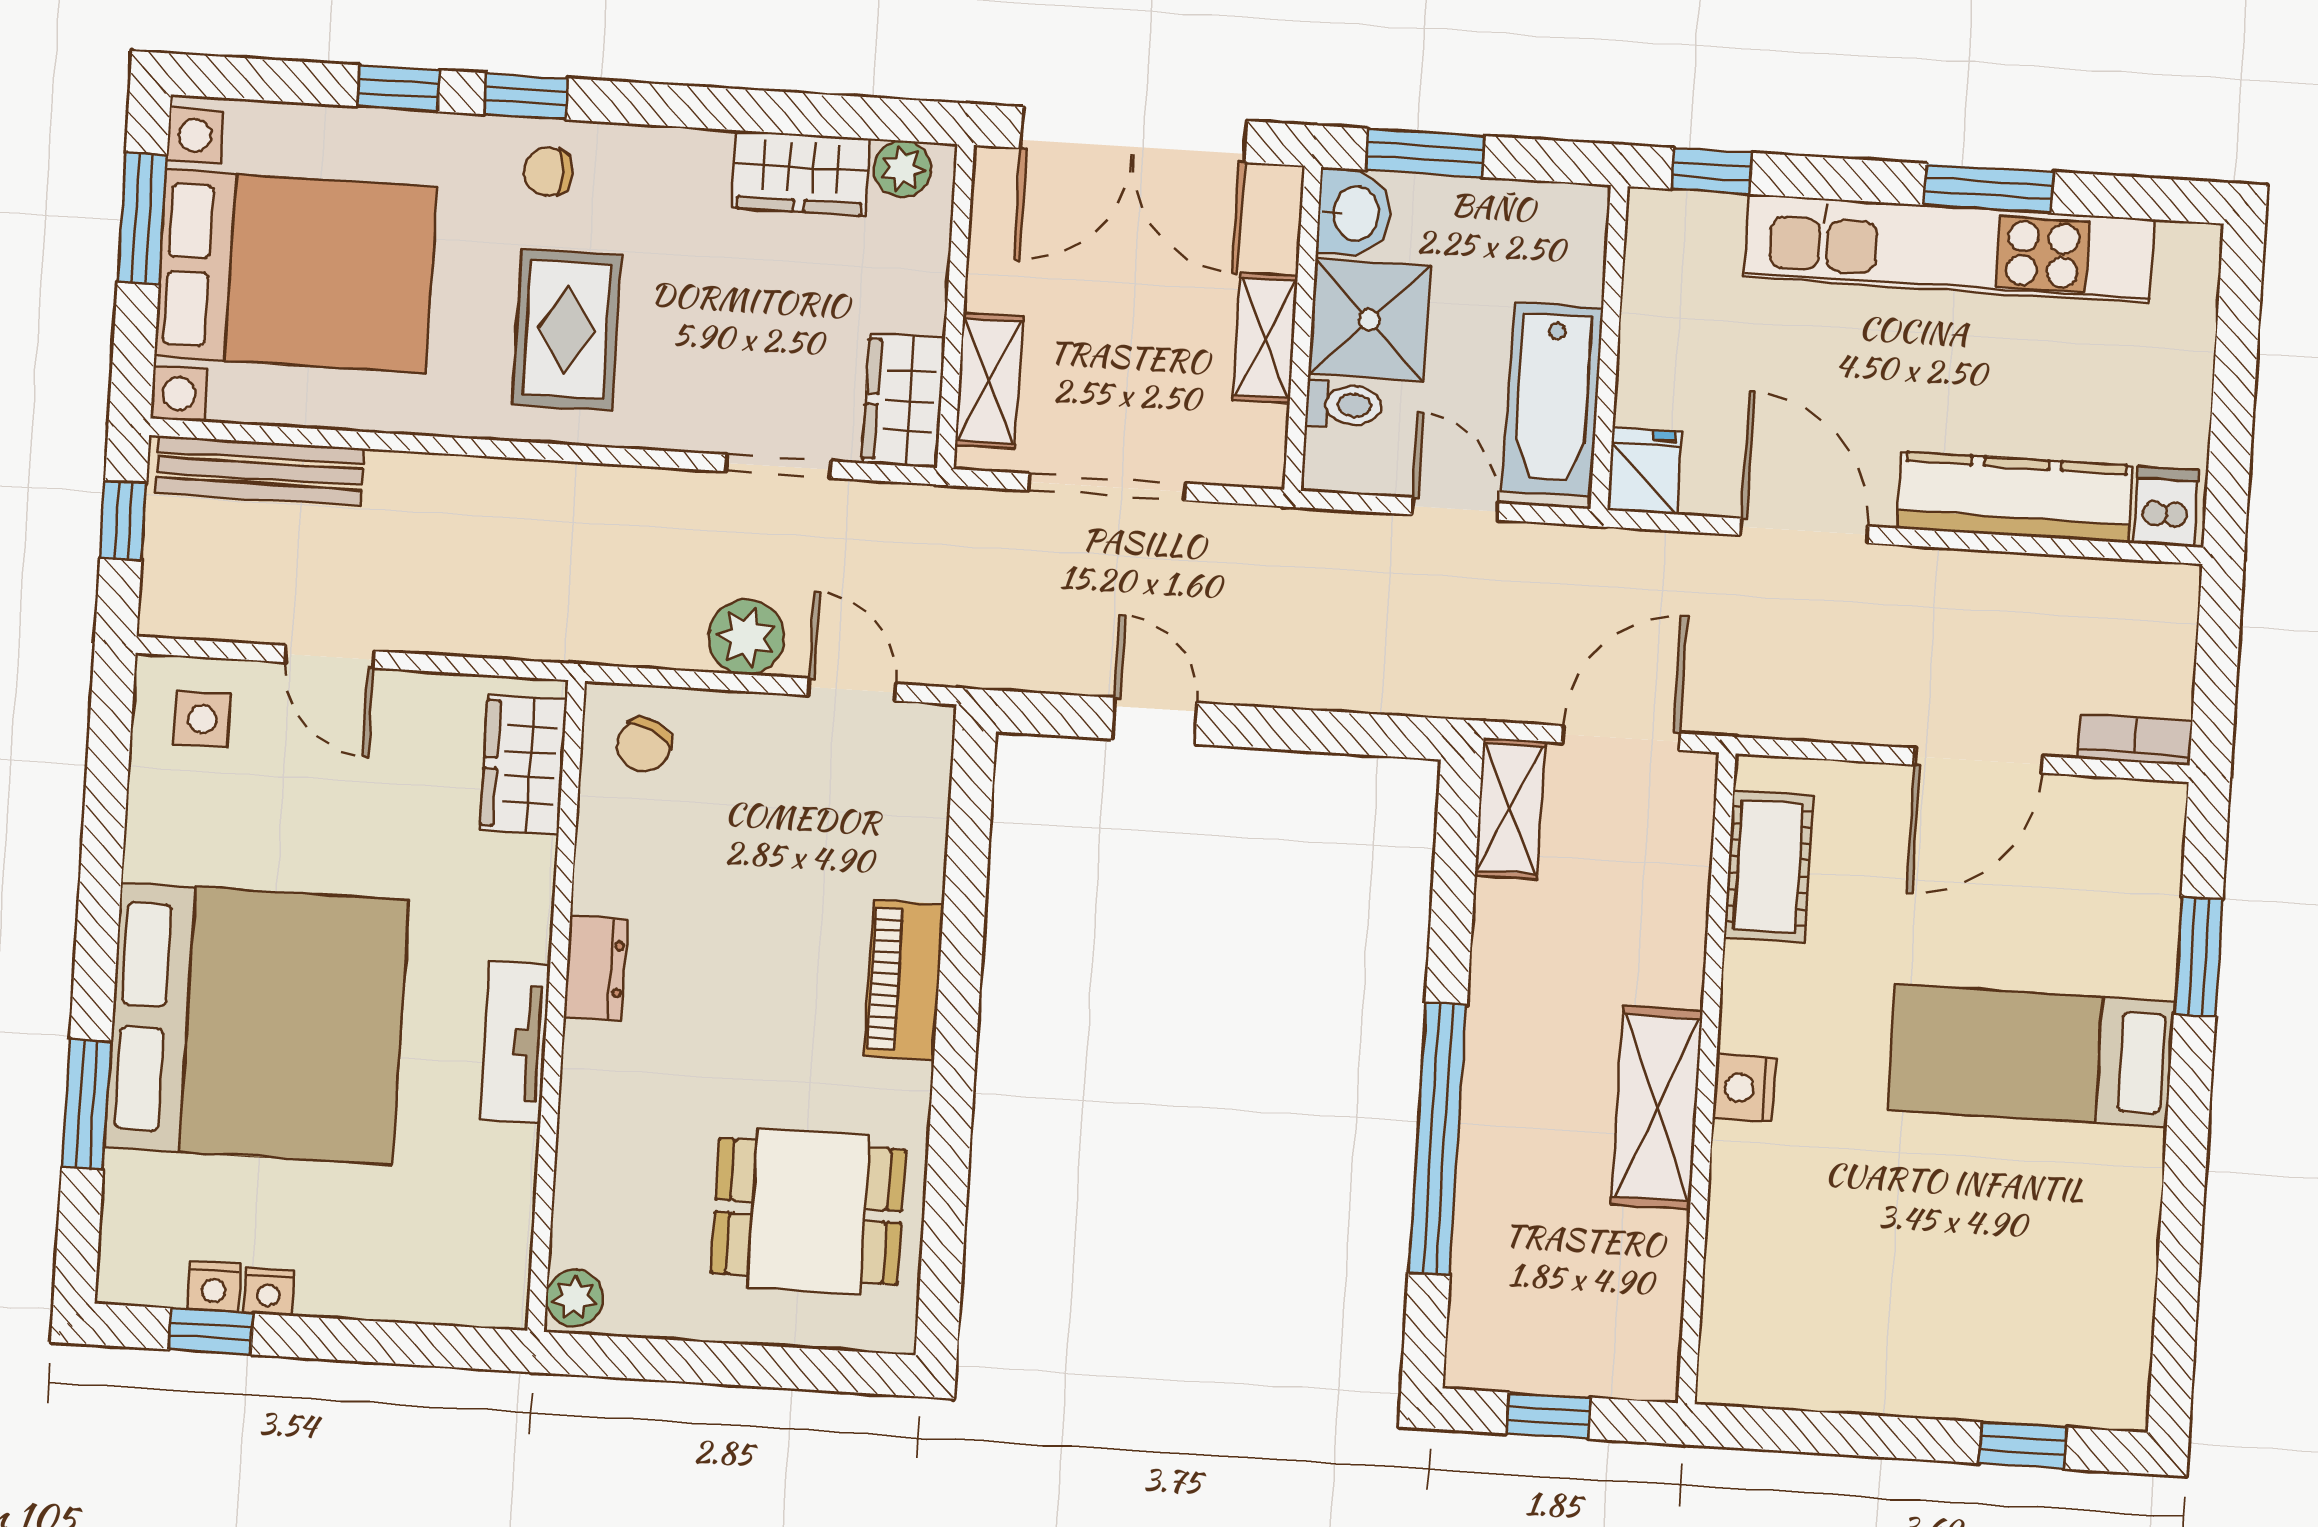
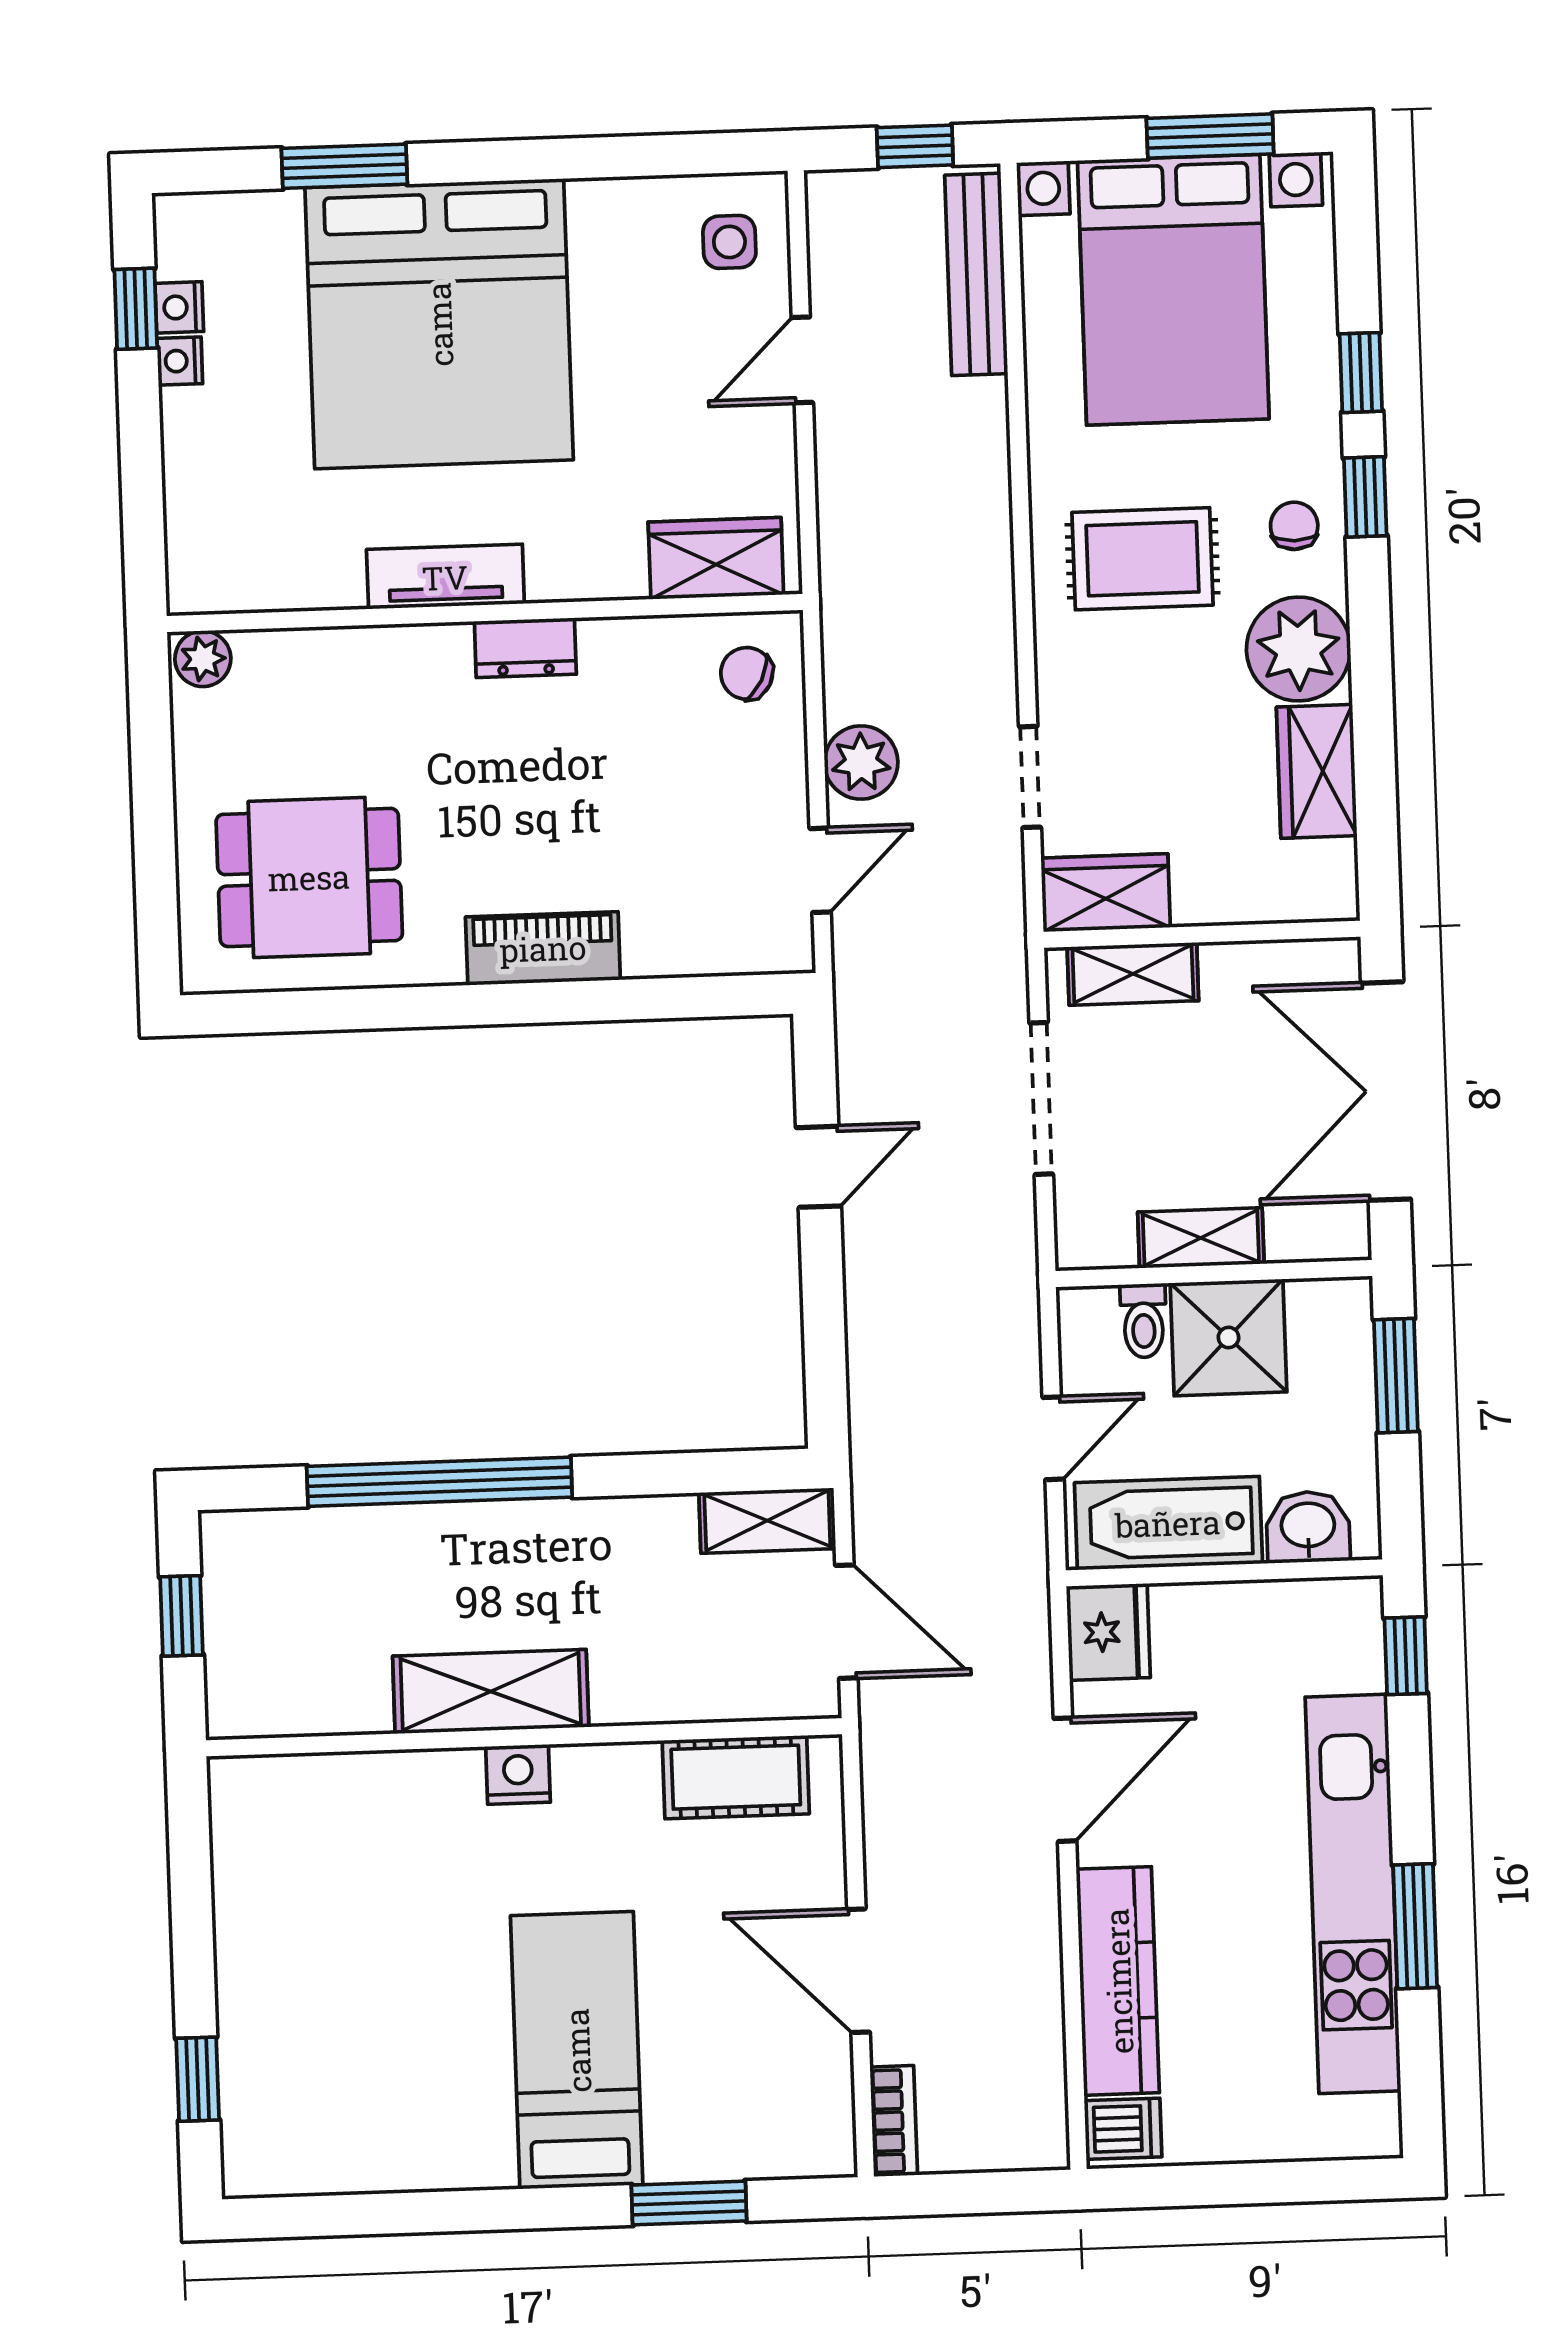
plant: (903, 169) -> (1298, 649), moved, width x1.87, depth x1.87
washbasin: (1354, 213) -> (1308, 1527), moved, turned 180
fridge: (1644, 471) -> (1108, 1632), width x1.38
dining table: (808, 1211) -> (309, 877), turned 90

